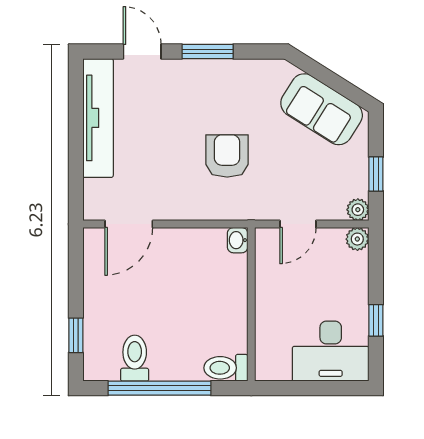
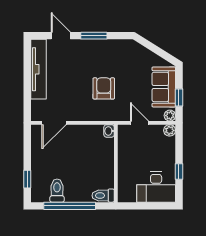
sofa: (322, 109) -> (164, 87), moved, turned 58
door: (298, 224) -> (140, 123), swing flipped

